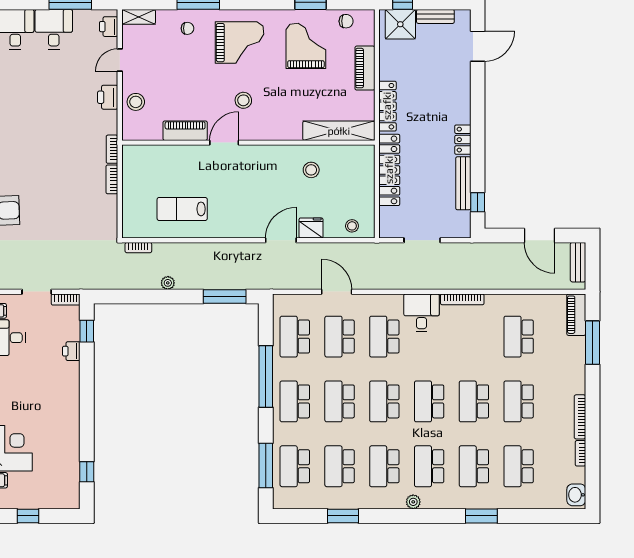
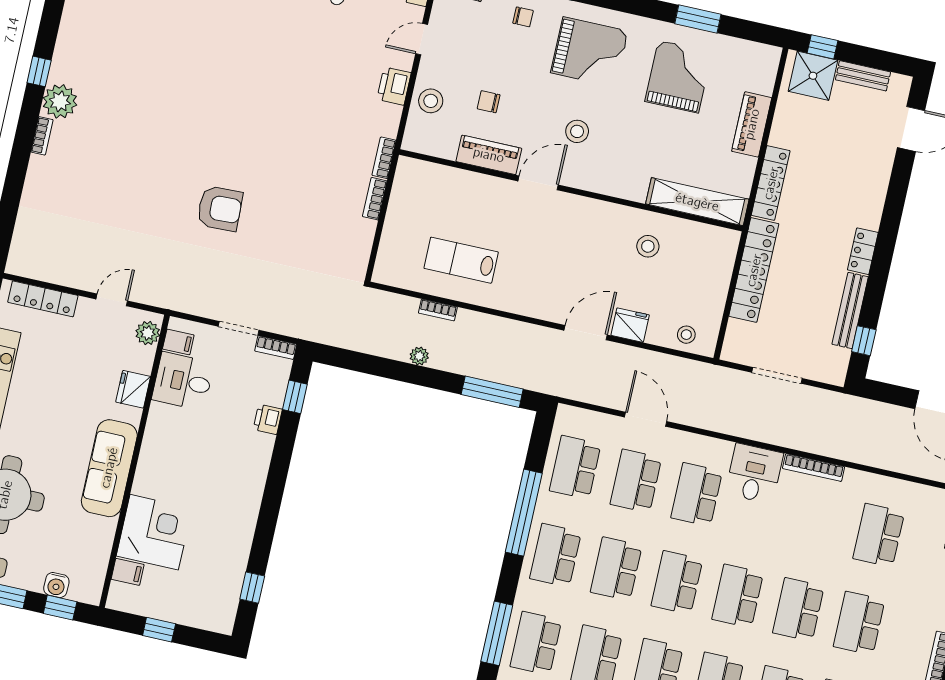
chair: (346, 21) -> (489, 102), moved, turned 180
bookcase: (138, 248) -> (438, 310), moved

